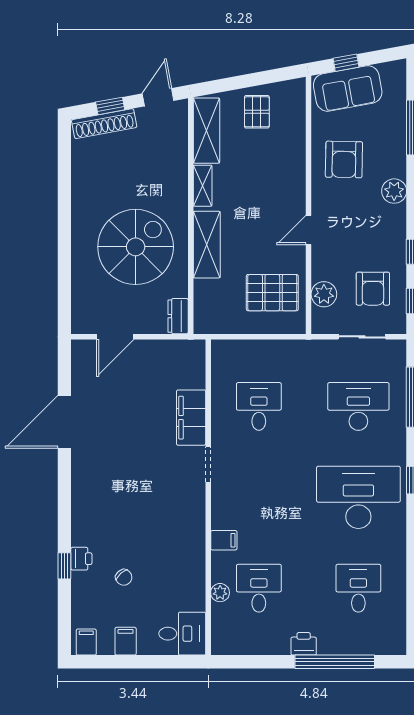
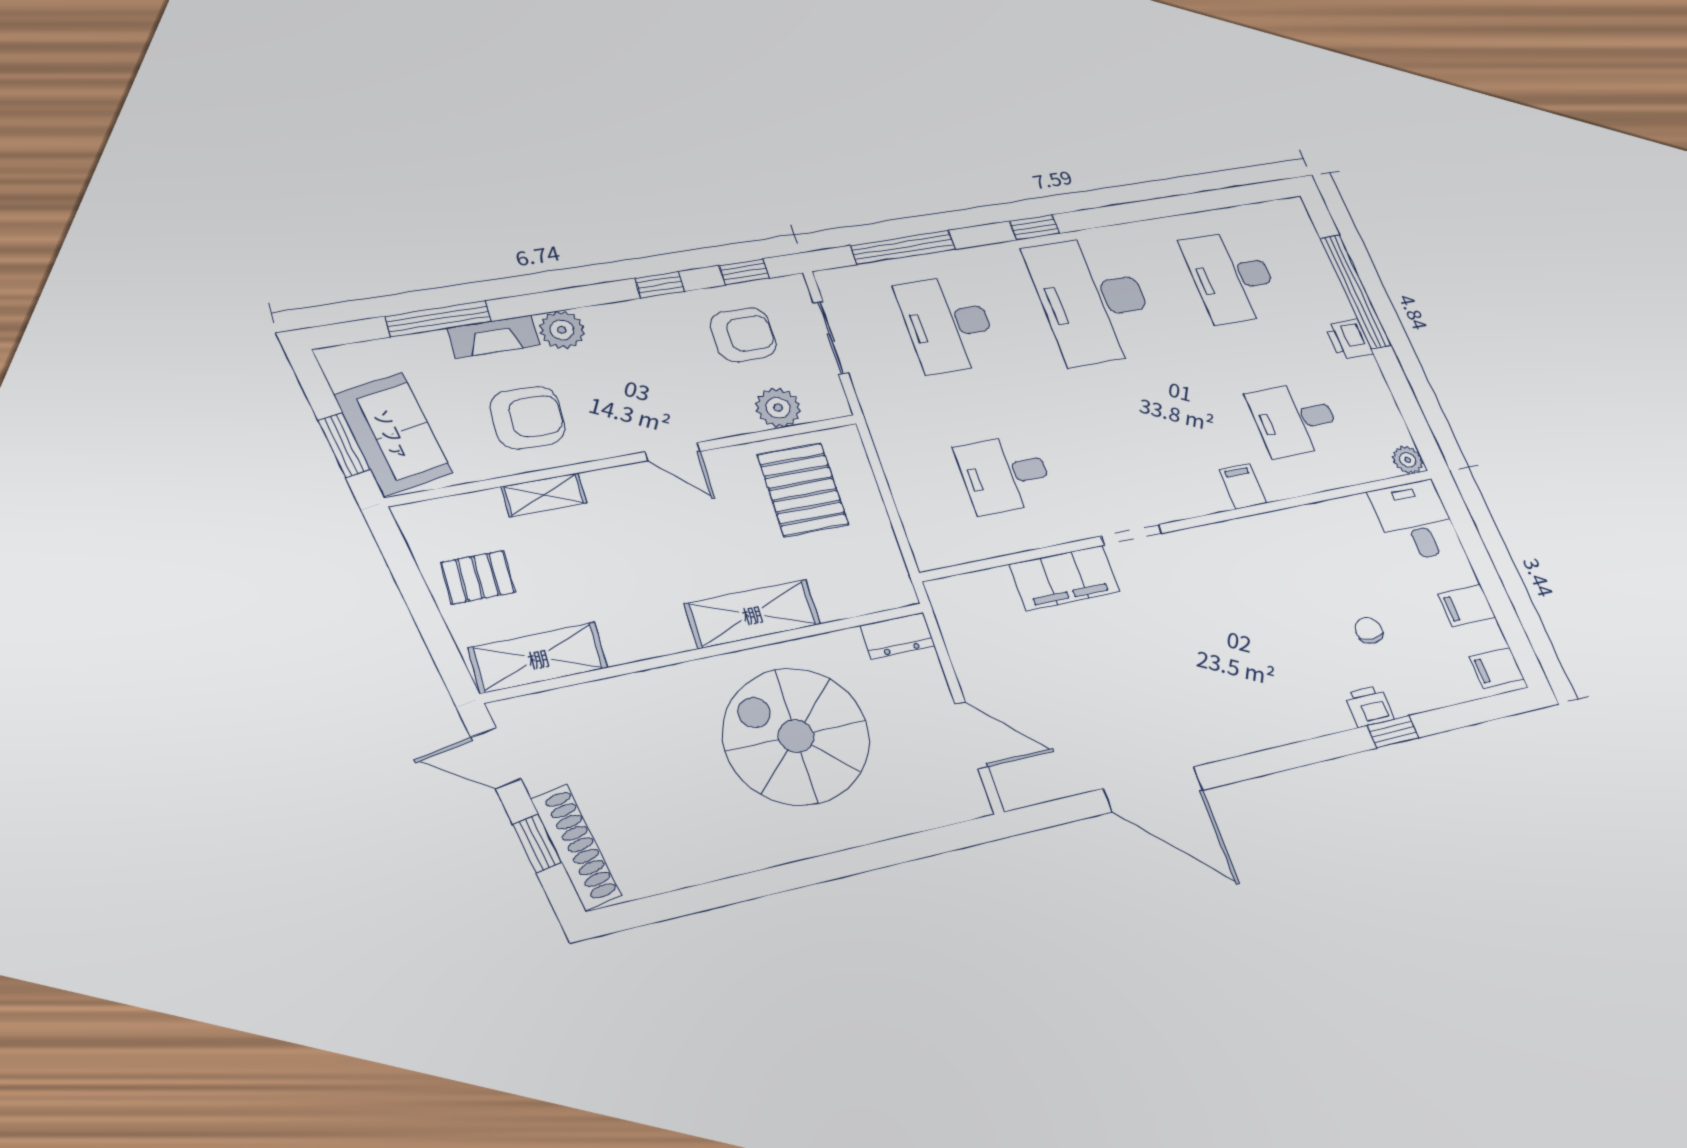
window: (346, 63) -> (344, 445), width x1.50
fireplace: (397, 154) -> (494, 337), added
shelving: (203, 186) -> (544, 495), moved
chair: (124, 577) -> (1369, 630), turned -48
desk: (358, 588) -> (1232, 277), width x1.37
plant: (220, 593) -> (1408, 460), moved

